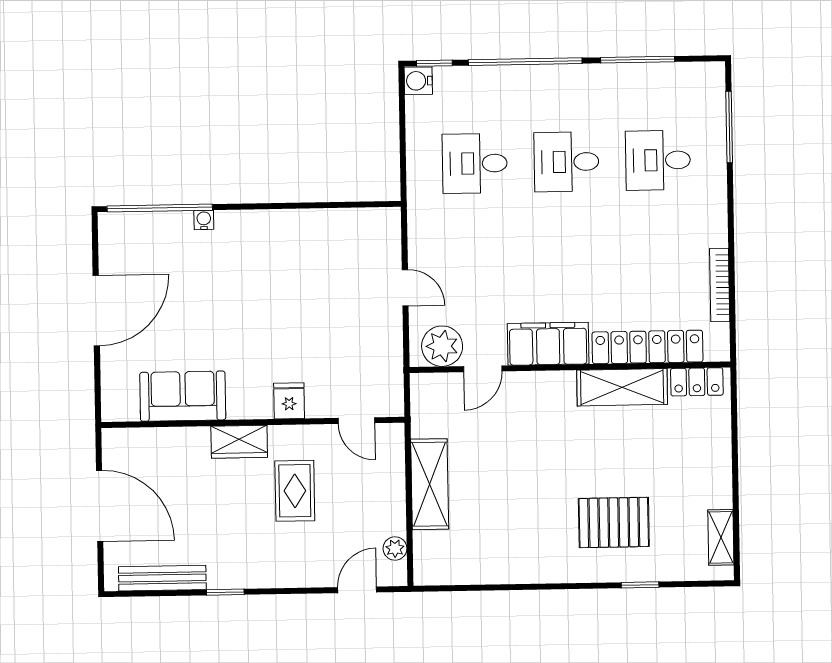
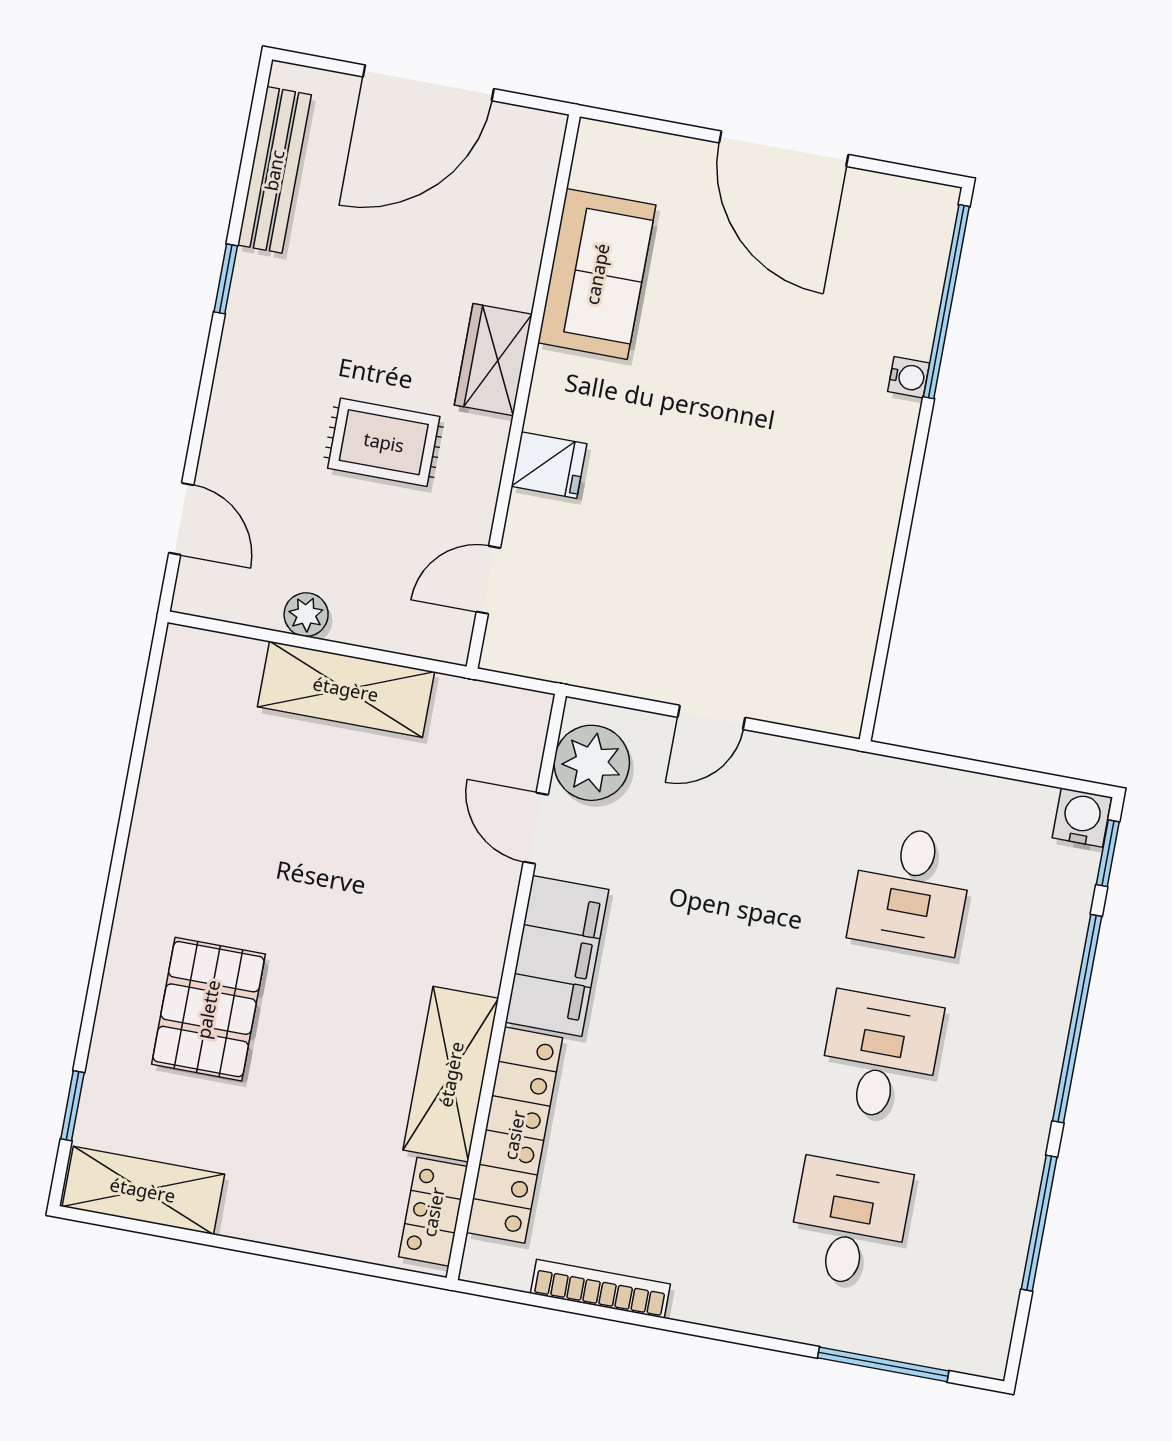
desk: (475, 163) -> (911, 890), turned 180
shelving: (721, 537) -> (143, 1190), width x1.50, depth x1.33
plant: (395, 548) -> (306, 615), moved
window: (640, 585) -> (72, 1106), moved

